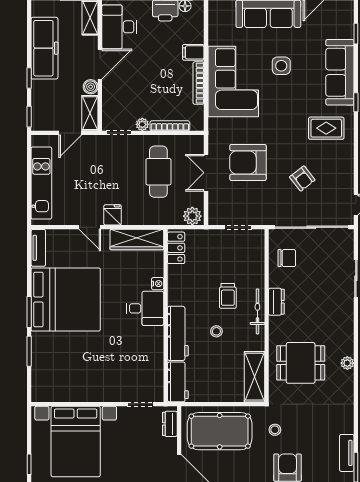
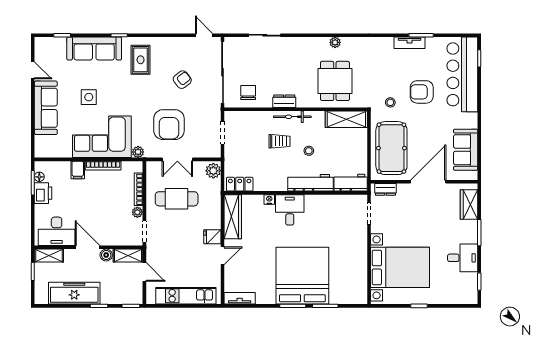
plant: (215, 125) -> (138, 152), added
bed: (66, 299) -> (302, 276), moved

